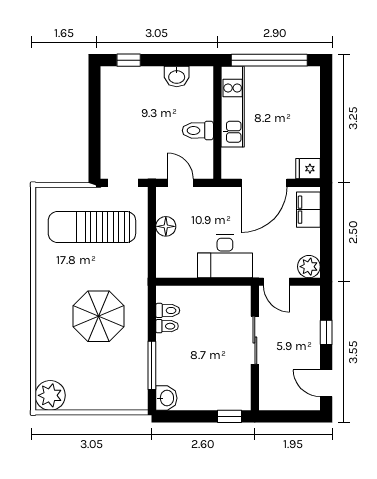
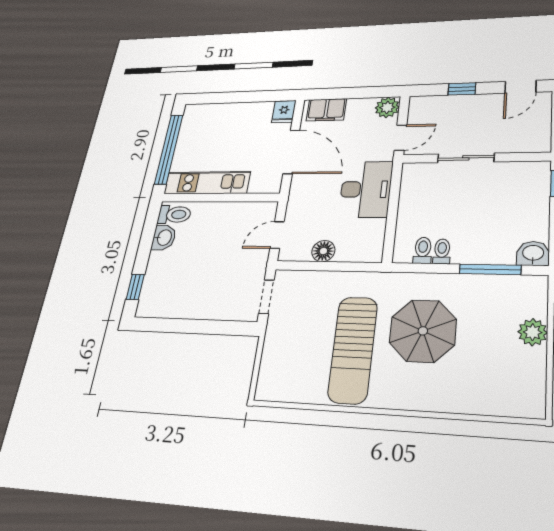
toilet: (198, 130) -> (174, 214), moved, turned -90
sun lounger: (92, 227) -> (353, 349), moved
plant: (50, 395) -> (533, 332), moved, width x0.73, depth x0.73

